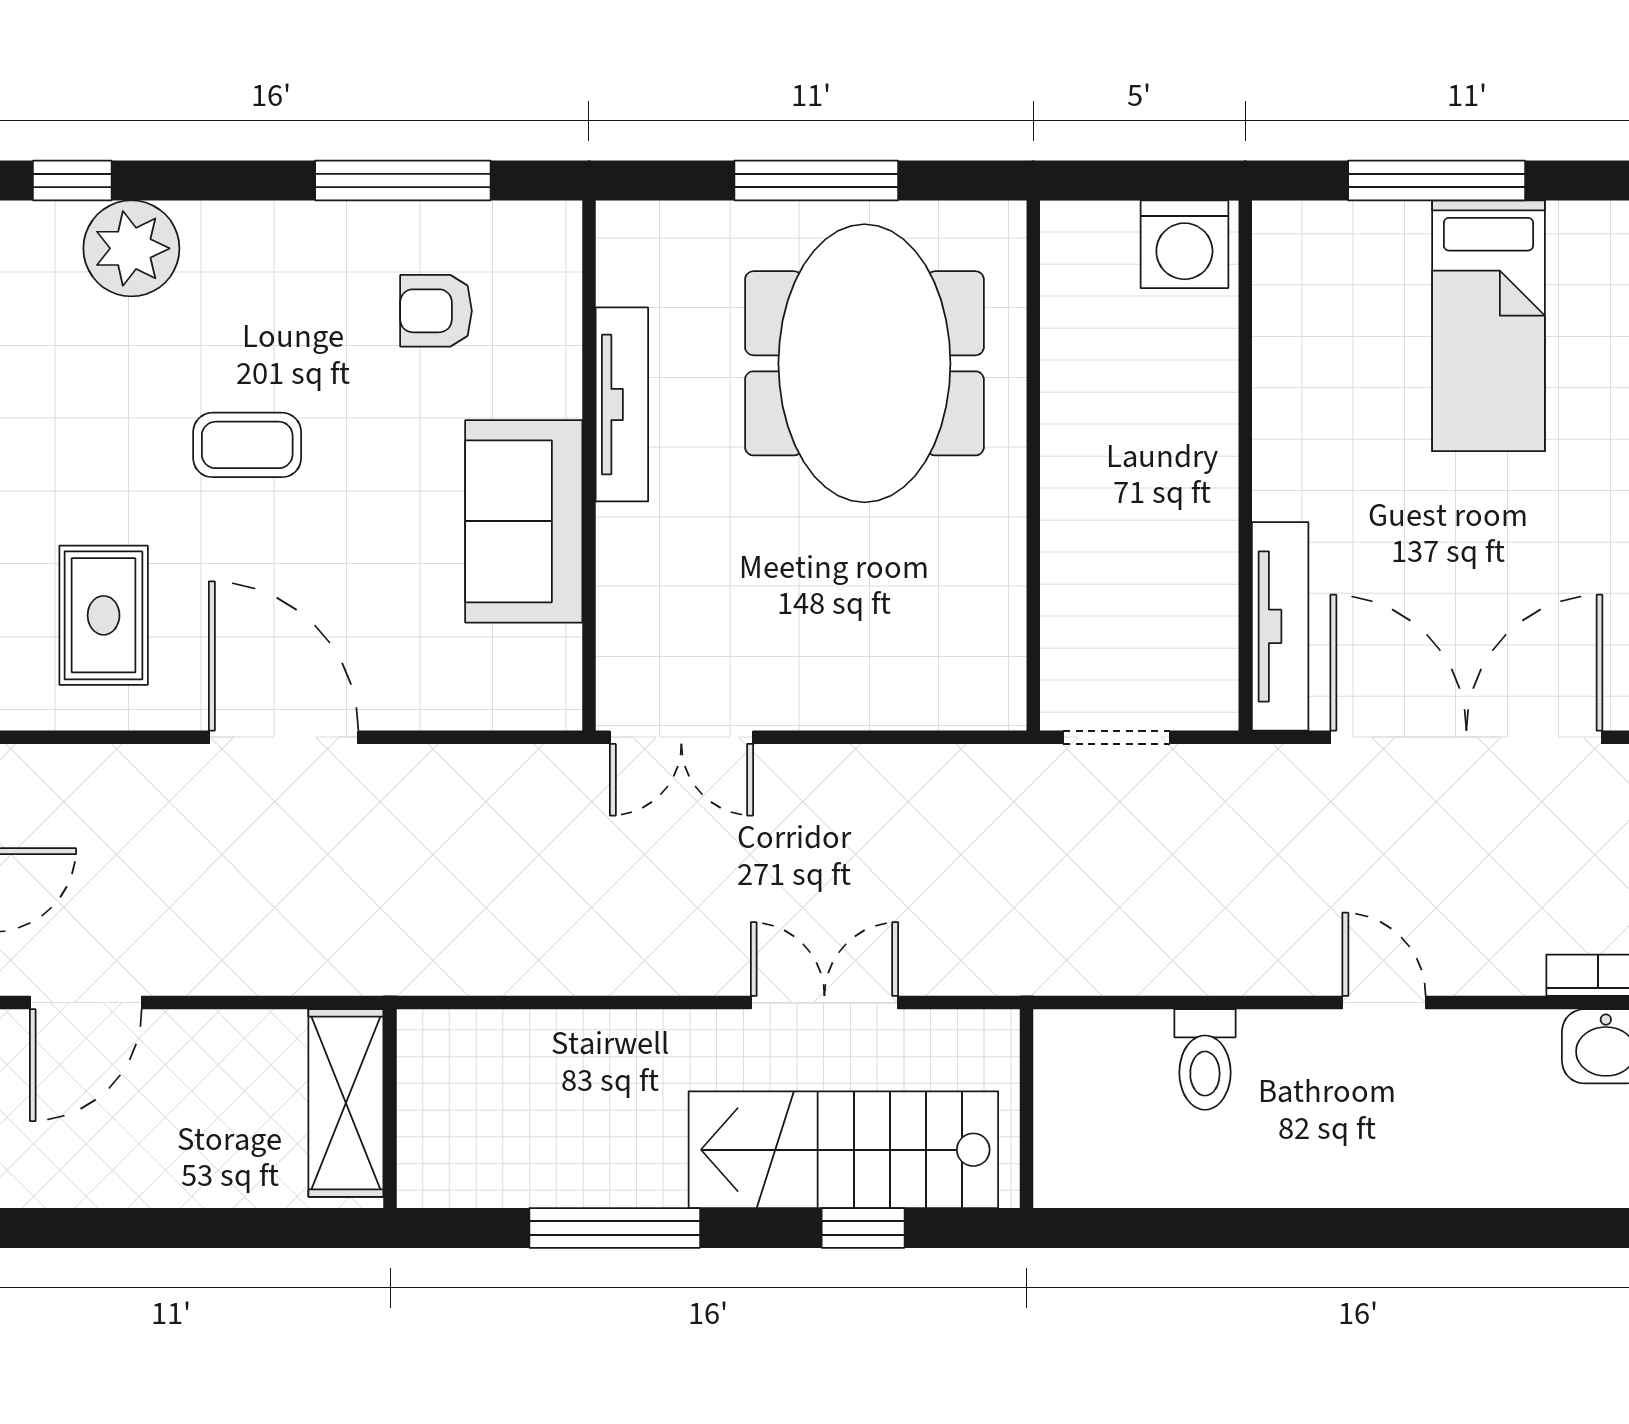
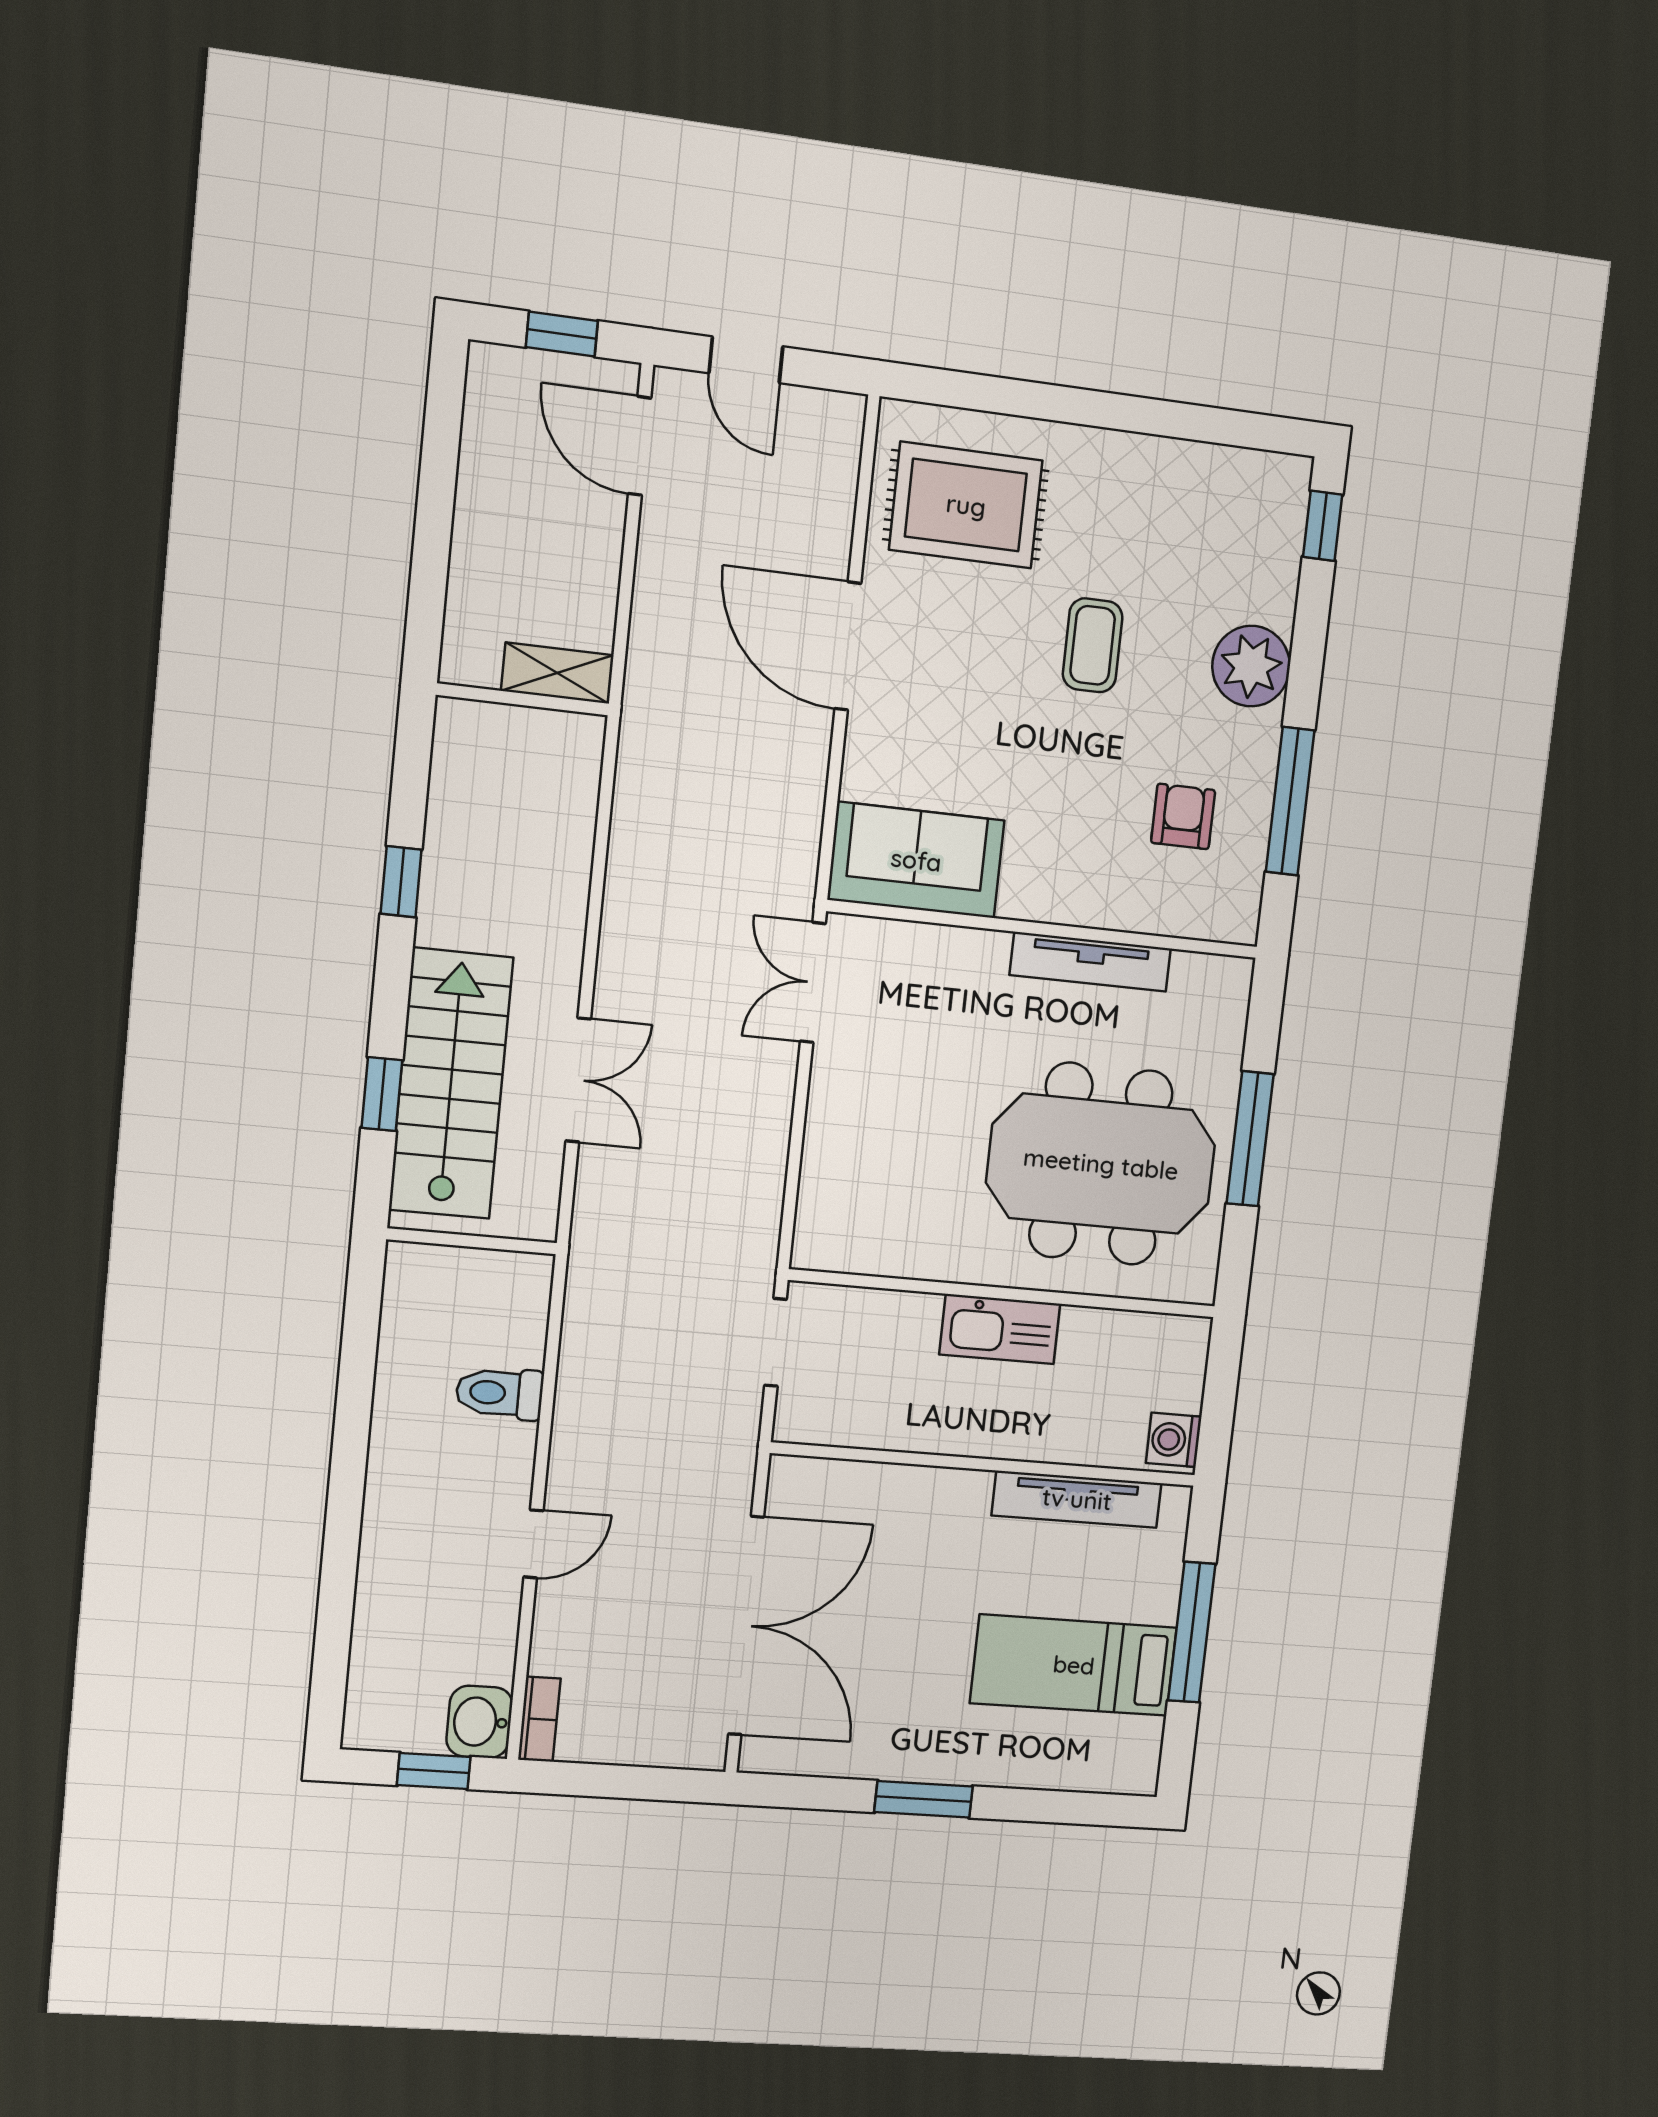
washing machine: (1184, 244) -> (1174, 1440), width x0.73, depth x0.73
plant: (131, 248) -> (1251, 666), moved
kitchen sink: (1077, 465) -> (1000, 1329), added
sofa: (524, 521) -> (916, 860), moved
rug: (104, 615) -> (966, 505), width x1.36, depth x1.43
tv unit: (1280, 626) -> (1077, 1499), moved
door: (284, 737) -> (848, 646), swing flipped
shelving: (346, 1103) -> (557, 673), width x0.67, depth x0.75
window: (615, 1228) -> (401, 882), width x0.46

